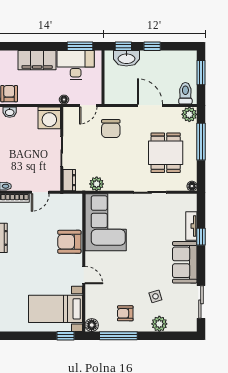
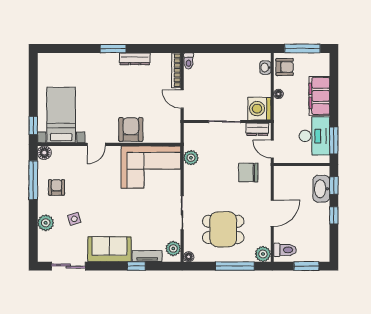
floor lamp: (64, 100) -> (278, 94), moved
dresser: (69, 180) -> (257, 129), moved
plant: (184, 201) -> (173, 249), added

